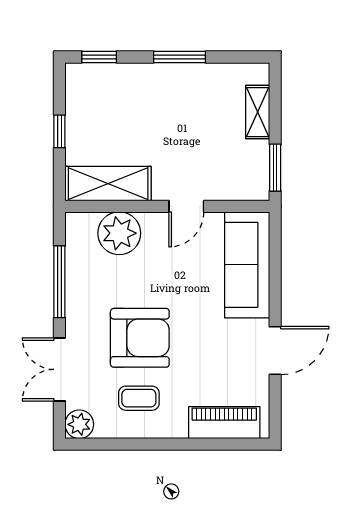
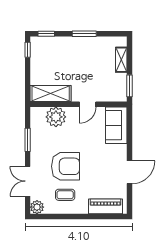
window: (59, 131) -> (28, 50), moved
sofa: (247, 265) -> (116, 125), width x0.73
window: (59, 282) -> (28, 140), width x0.69

